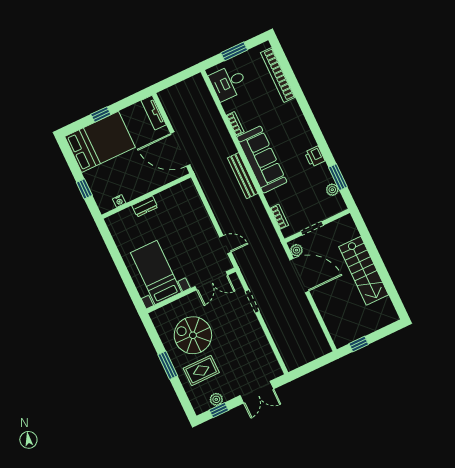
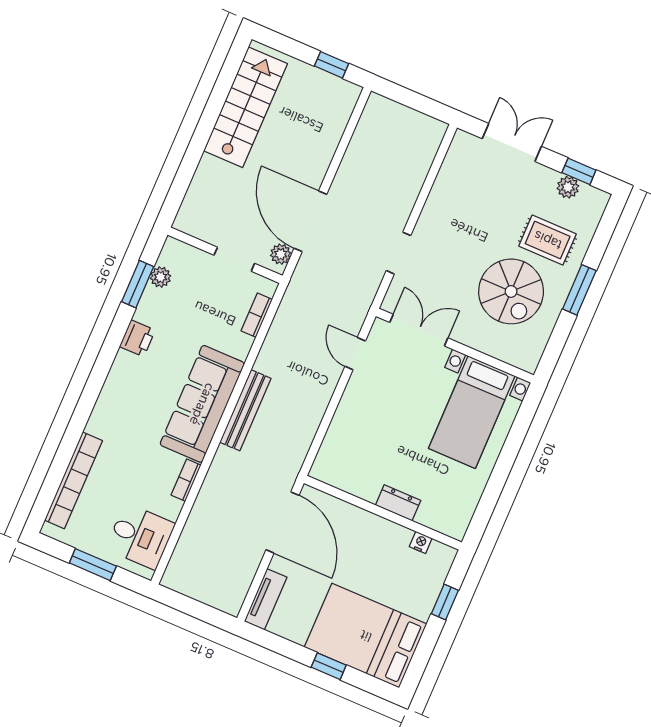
stairs: (364, 271) -> (246, 107), moved

